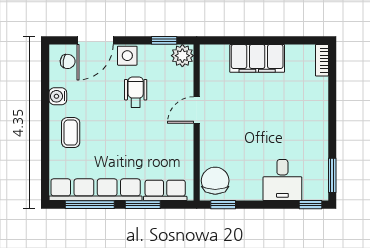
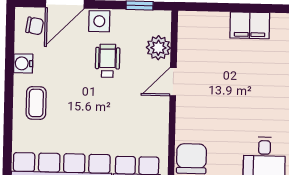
plant: (182, 56) -> (158, 48), moved
filing cabinet: (257, 58) -> (250, 25), width x0.67, depth x0.86

